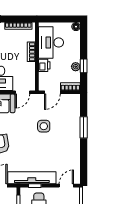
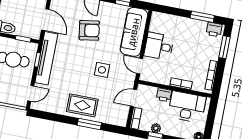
door: (52, 92) -> (133, 98), hinge flipped
side table: (44, 126) -> (102, 70), moved
rug: (68, 137) -> (82, 105), added
door: (66, 186) -> (31, 93), hinge flipped

